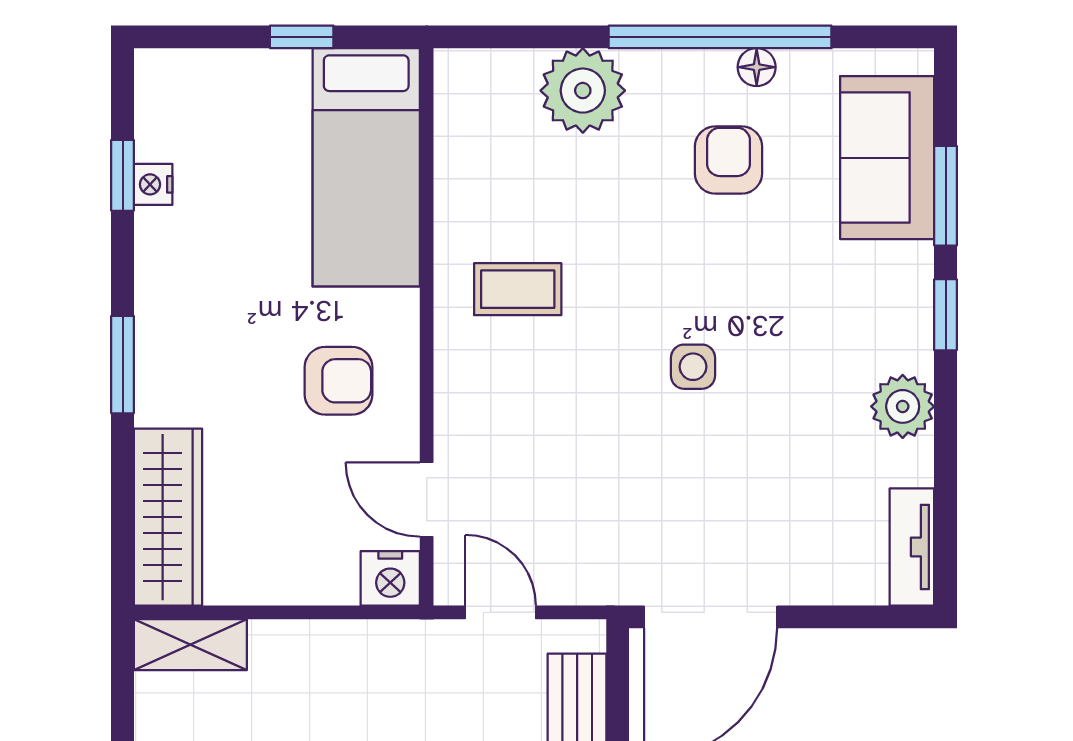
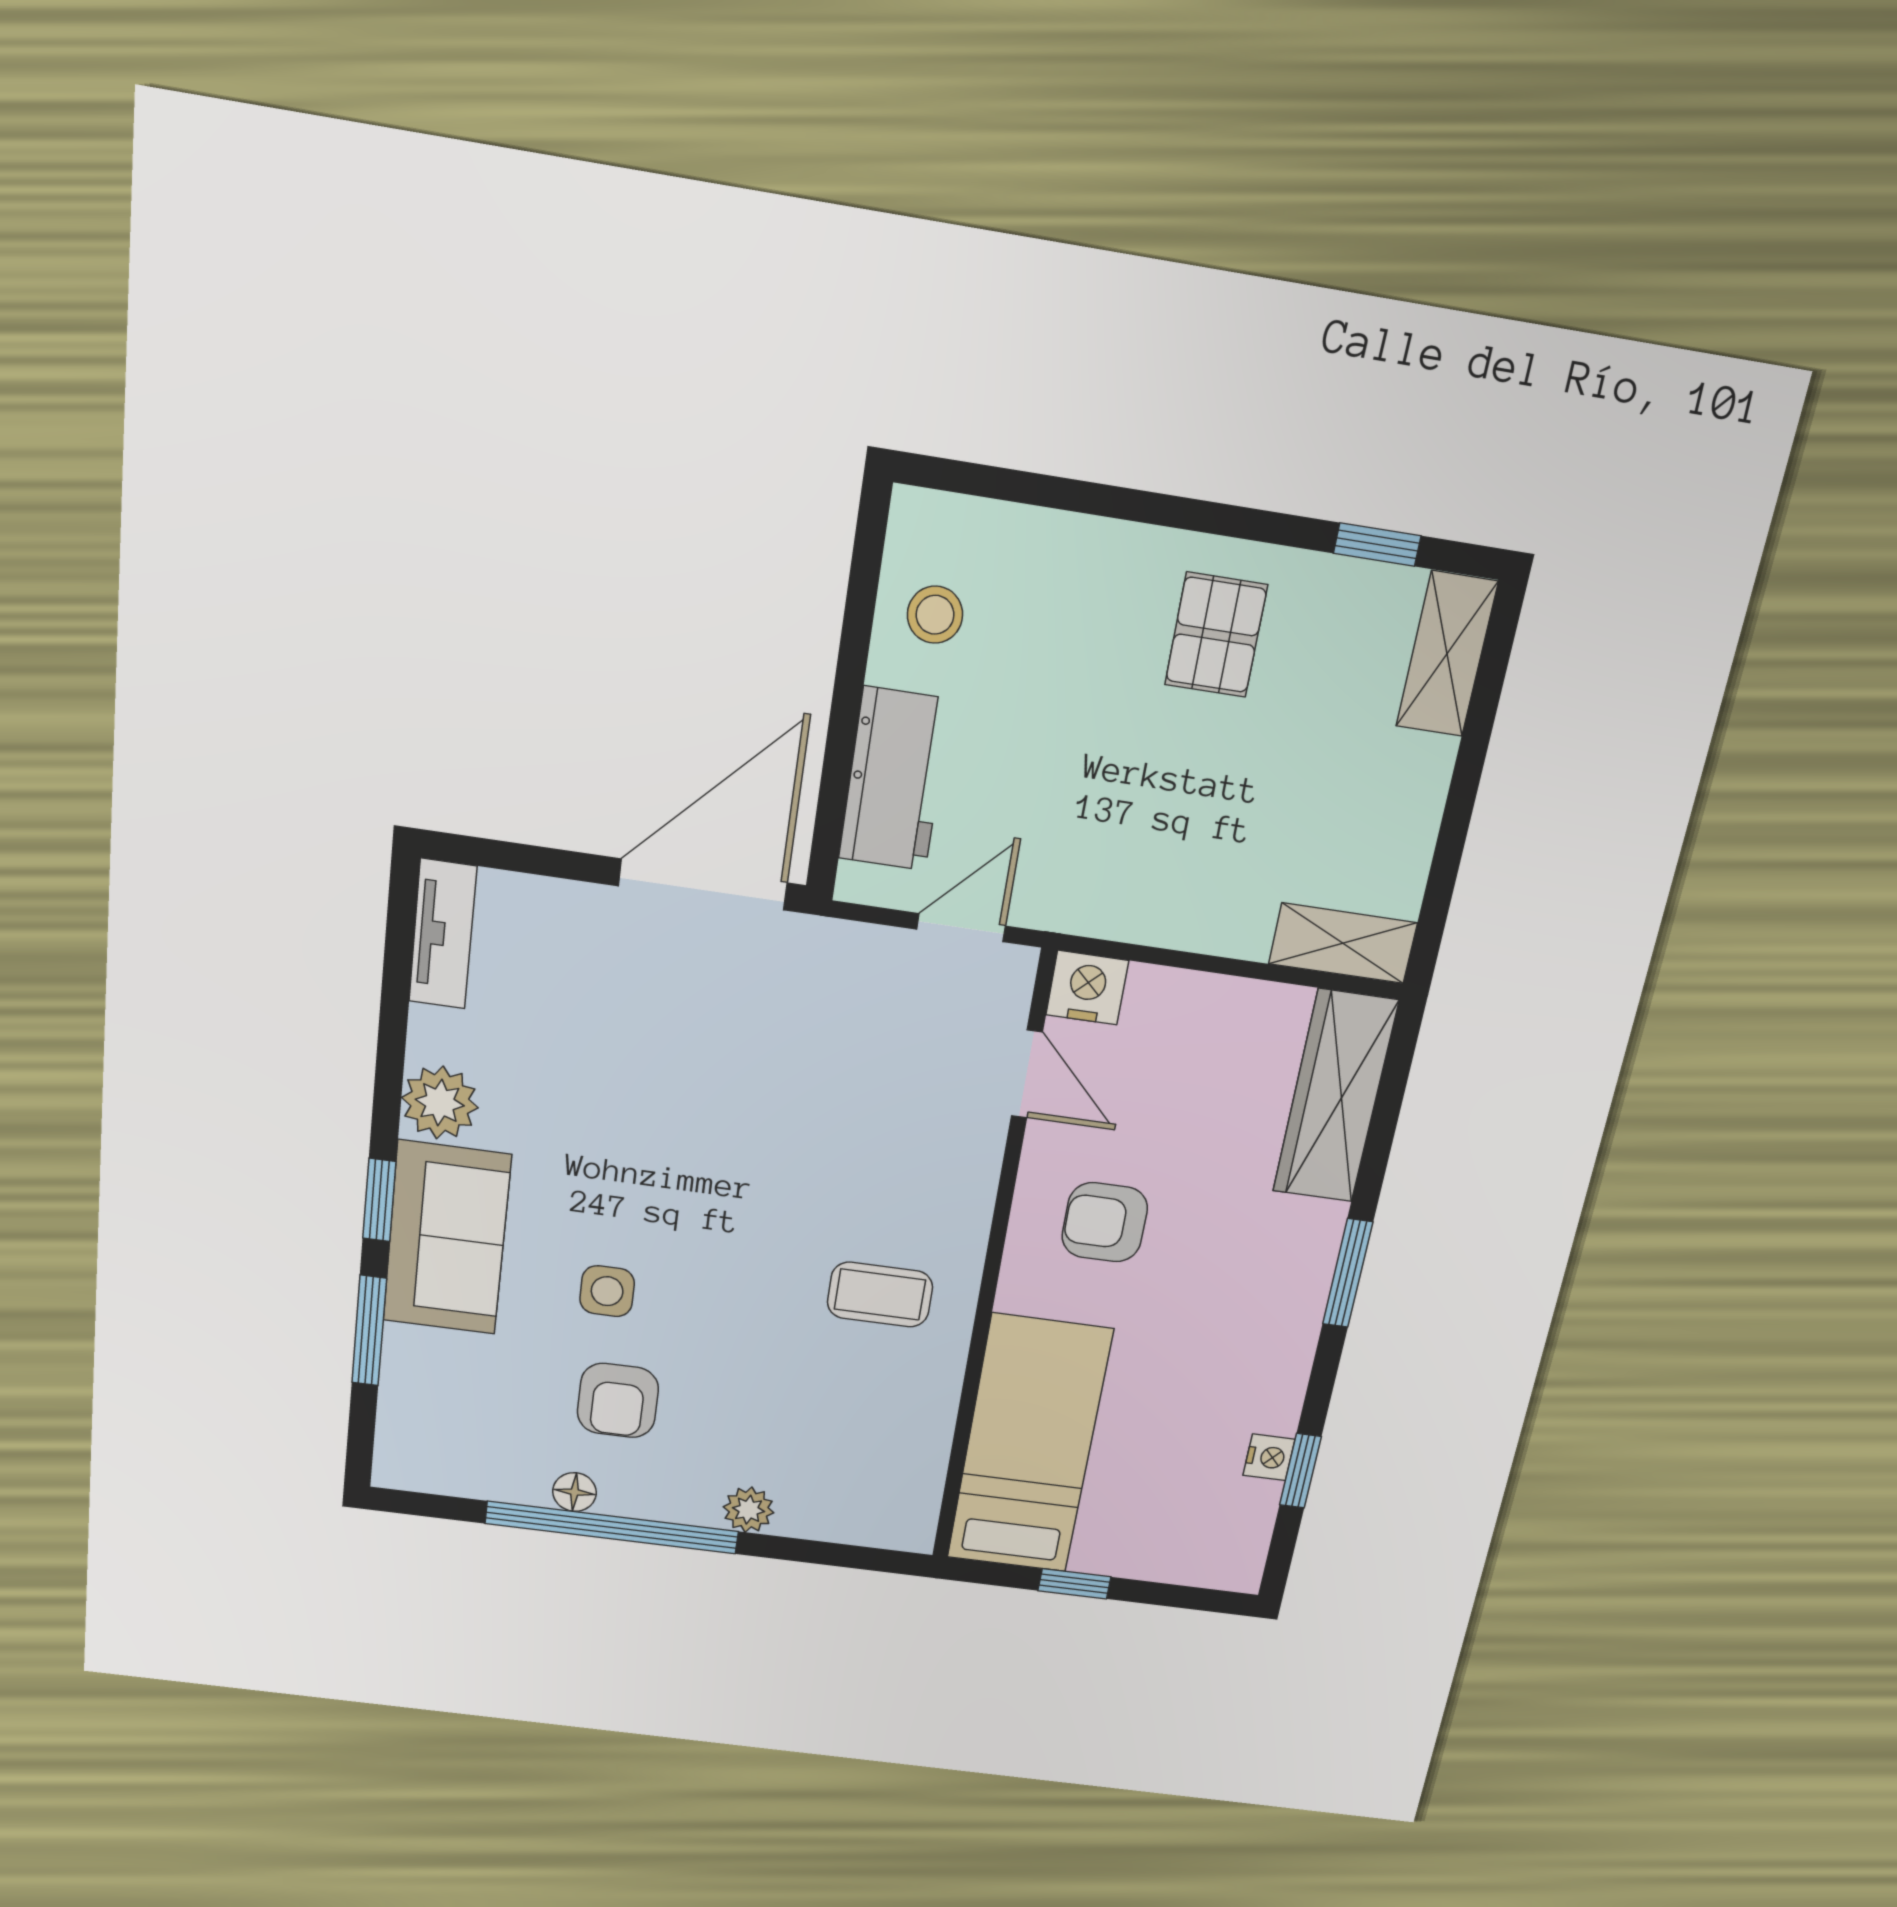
plant: (583, 91) -> (749, 1510), width x0.53, depth x0.53
sofa: (887, 158) -> (447, 1238), moved
side table: (693, 367) -> (607, 1291), moved
door: (500, 612) -> (961, 928), swing flipped

